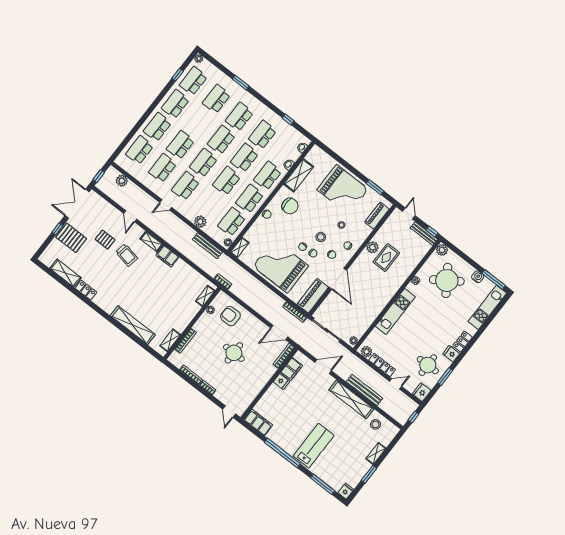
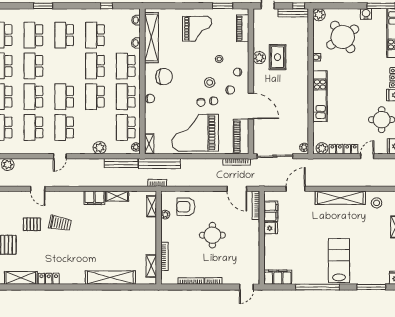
school desk: (221, 140) -> (33, 66), moved
shelving: (299, 175) -> (151, 38), width x1.47
grand piano: (343, 189) -> (197, 29), width x0.73, depth x0.68
shelving: (151, 242) -> (117, 196), moved
door: (279, 332) -> (237, 189), hinge flipped
bench: (364, 390) -> (159, 164), moved
door: (229, 412) -> (246, 287), hinge flipped

